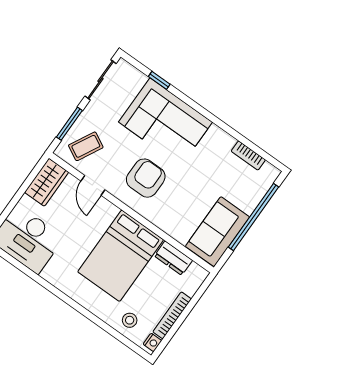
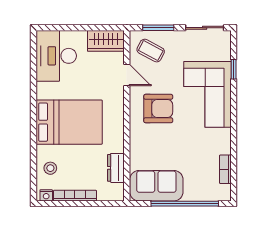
door: (93, 185) -> (127, 75), swing flipped
bed: (121, 256) -> (69, 122), moved, turned 180

